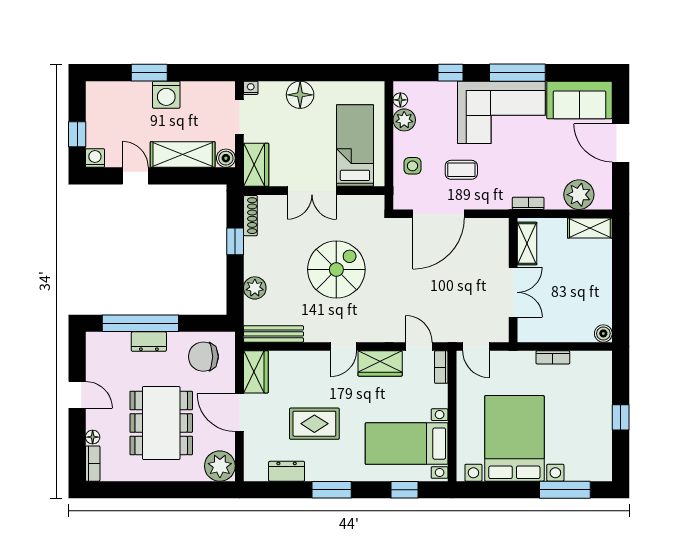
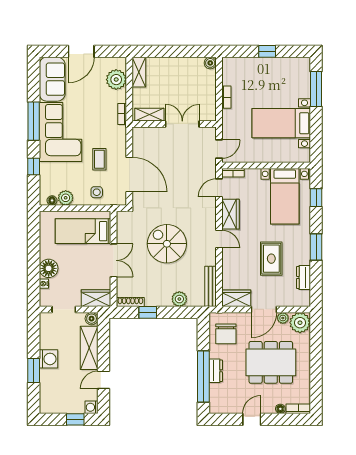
nightstand: (251, 88) -> (44, 284), moved
bed with nightstands: (514, 438) -> (281, 123), width x0.73
plant: (227, 441) -> (283, 318), added

